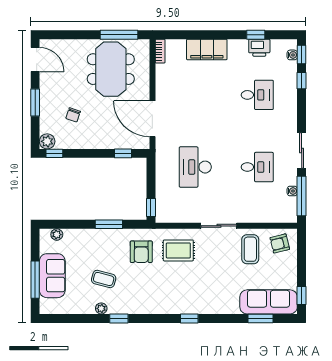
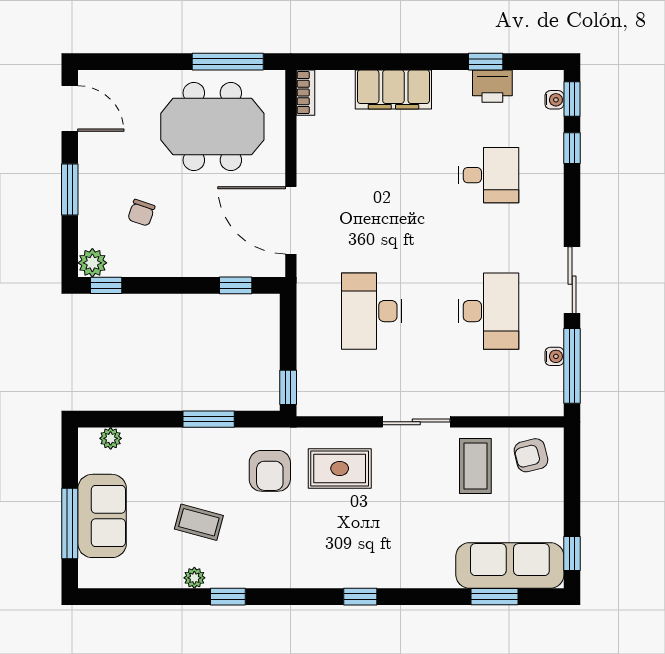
meeting table: (111, 69) -> (212, 127), turned 90
desk: (257, 167) -> (489, 311), width x1.37

